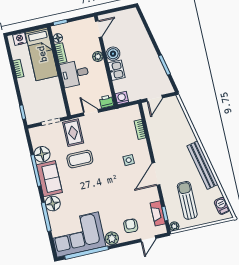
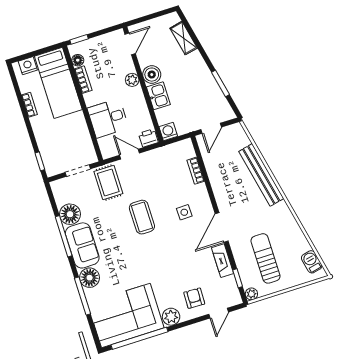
shelving: (140, 28) -> (184, 38), added
desk: (75, 73) -> (108, 118), moved
coffee table: (80, 159) -> (142, 217), moved, turned 90
bench: (203, 165) -> (261, 175), moved
fireplace: (158, 213) -> (223, 261), moved

